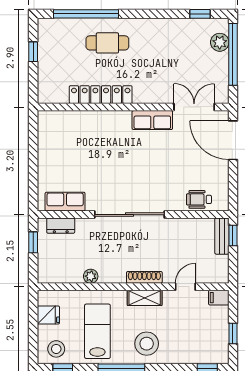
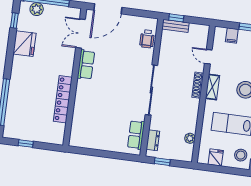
fridge: (170, 32) -> (25, 44), added
cafe table: (107, 43) -> (26, 90), removed
plant: (91, 276) -> (190, 138), moved
filing cabinet: (219, 298) -> (232, 36), moved

